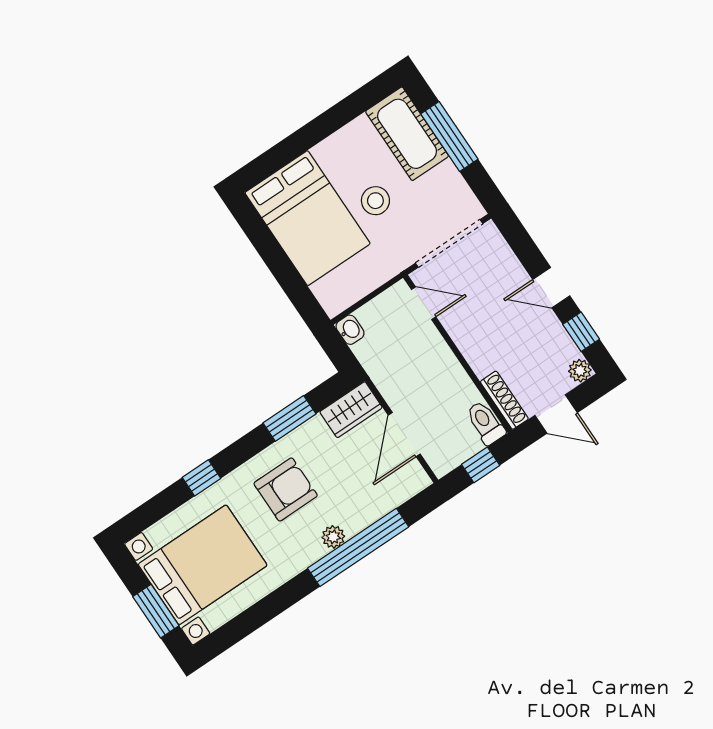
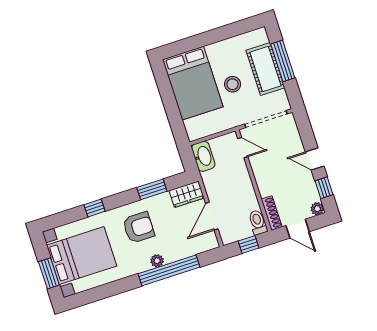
cot: (407, 134) -> (265, 69), moved
washbasin: (350, 330) -> (203, 156), width x1.91, depth x1.45

